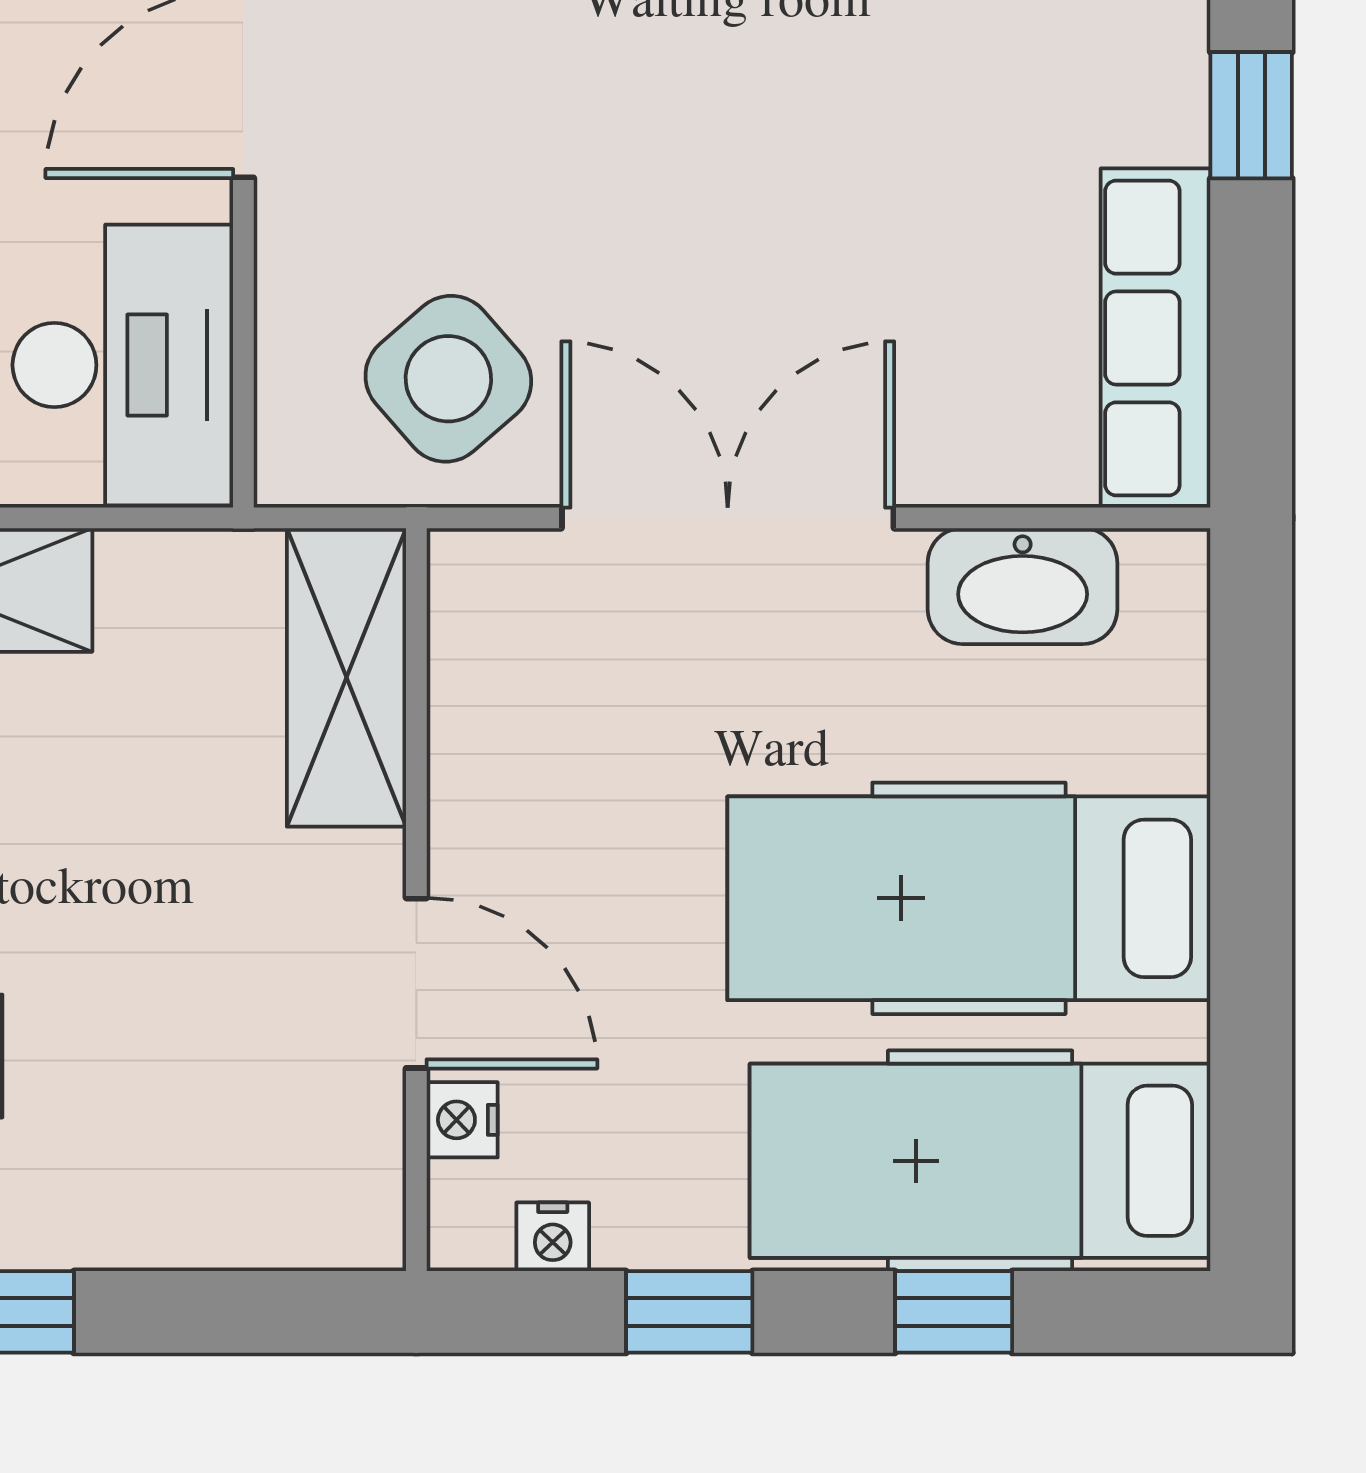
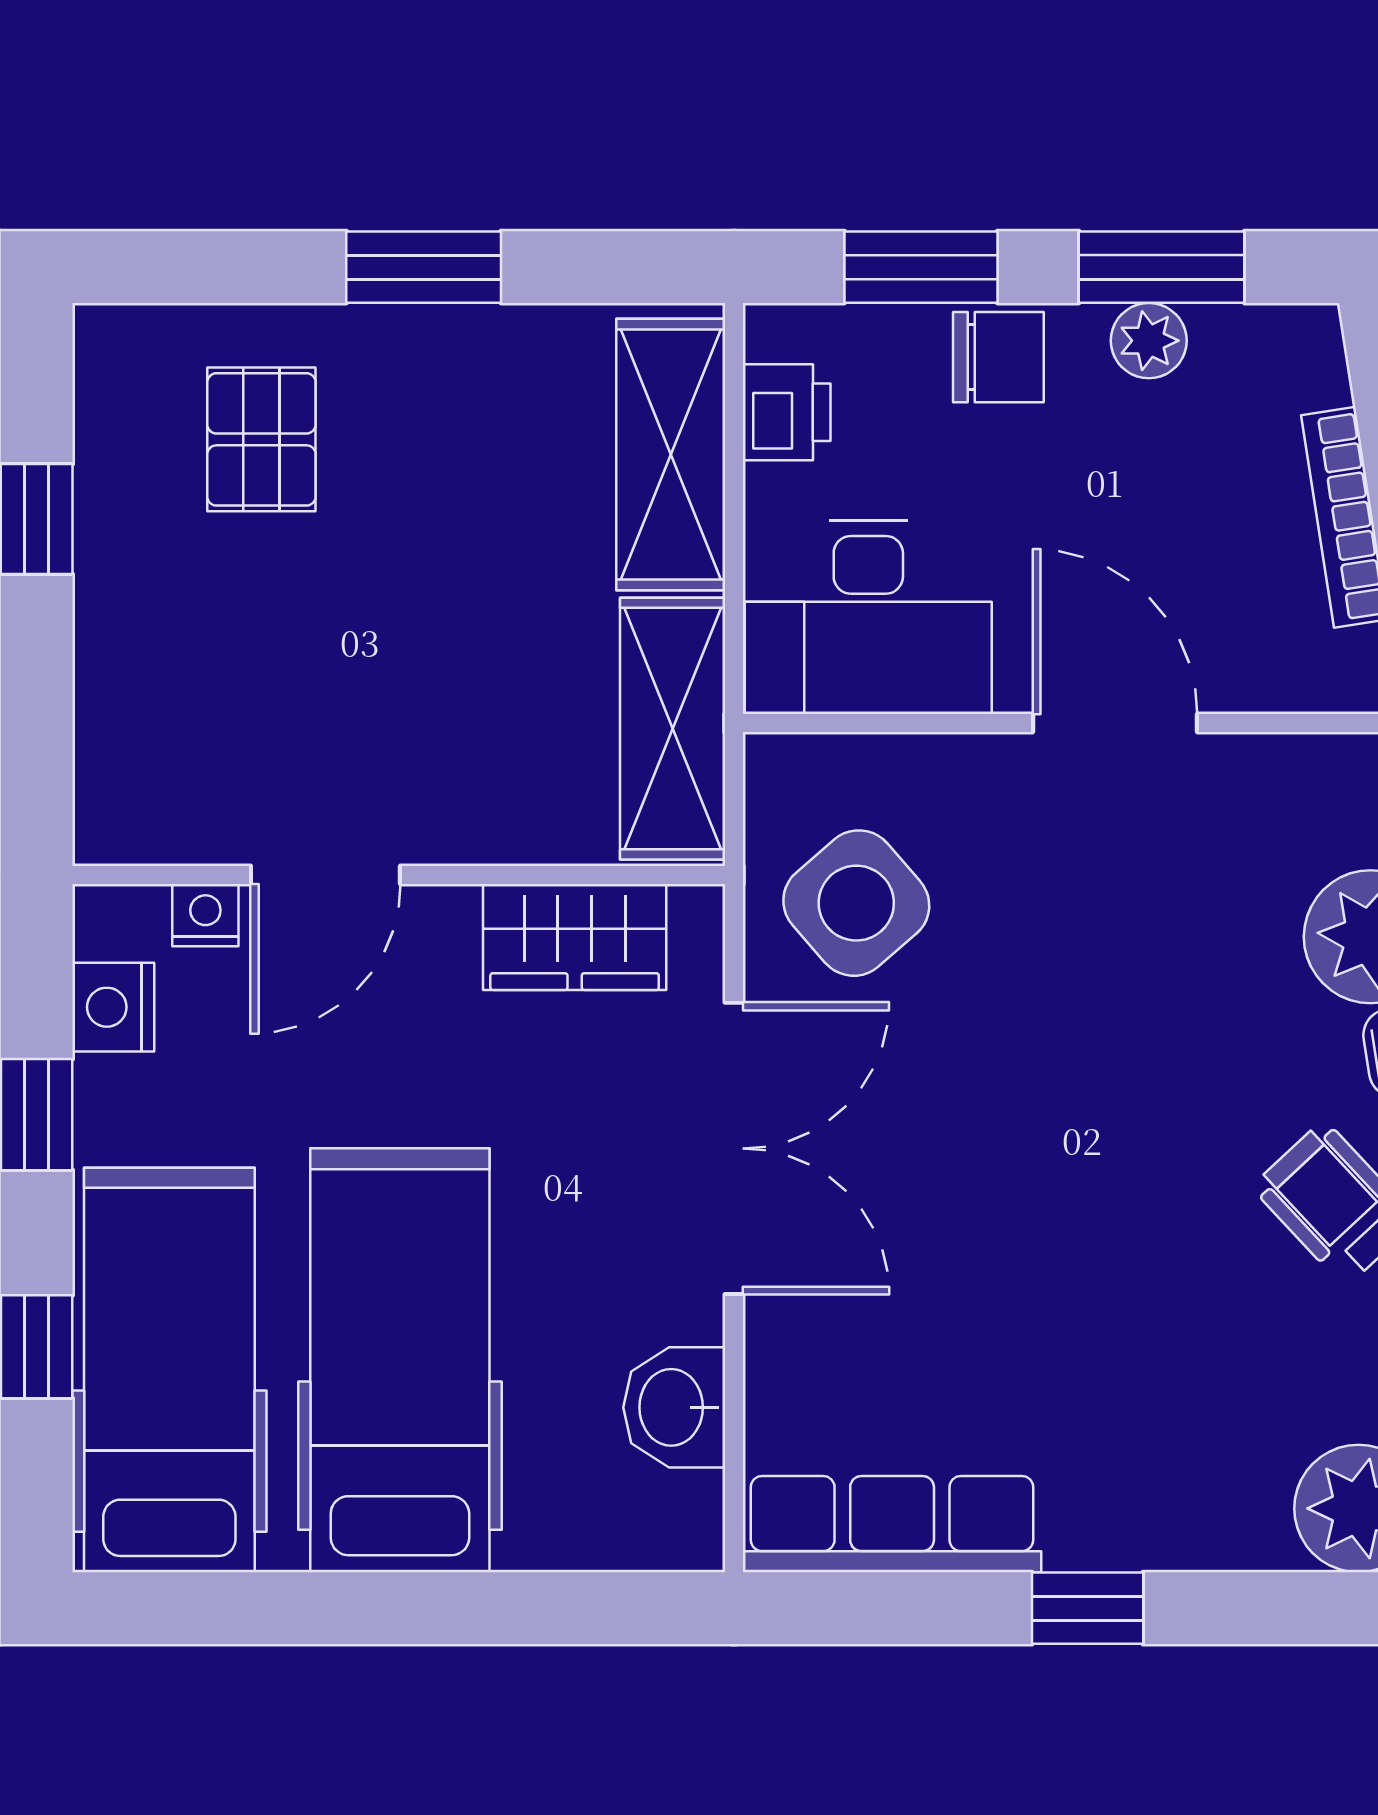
washbasin: (1023, 586) -> (674, 1407), width x0.72
shelving: (347, 677) -> (673, 729), moved, turned 90
wardrobe: (487, 699) -> (575, 937), added
nightstand: (553, 1237) -> (113, 1007), width x1.39, depth x1.35

